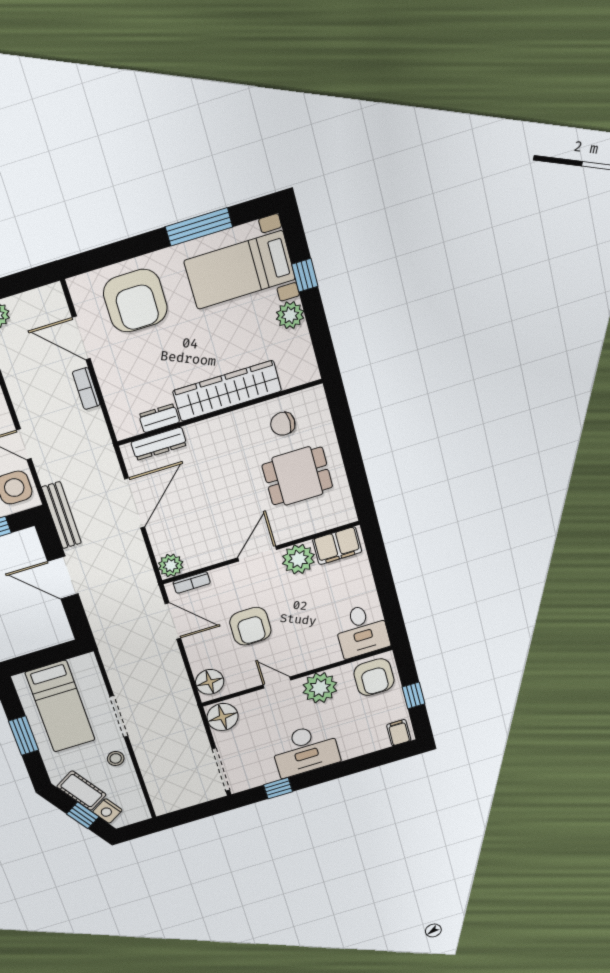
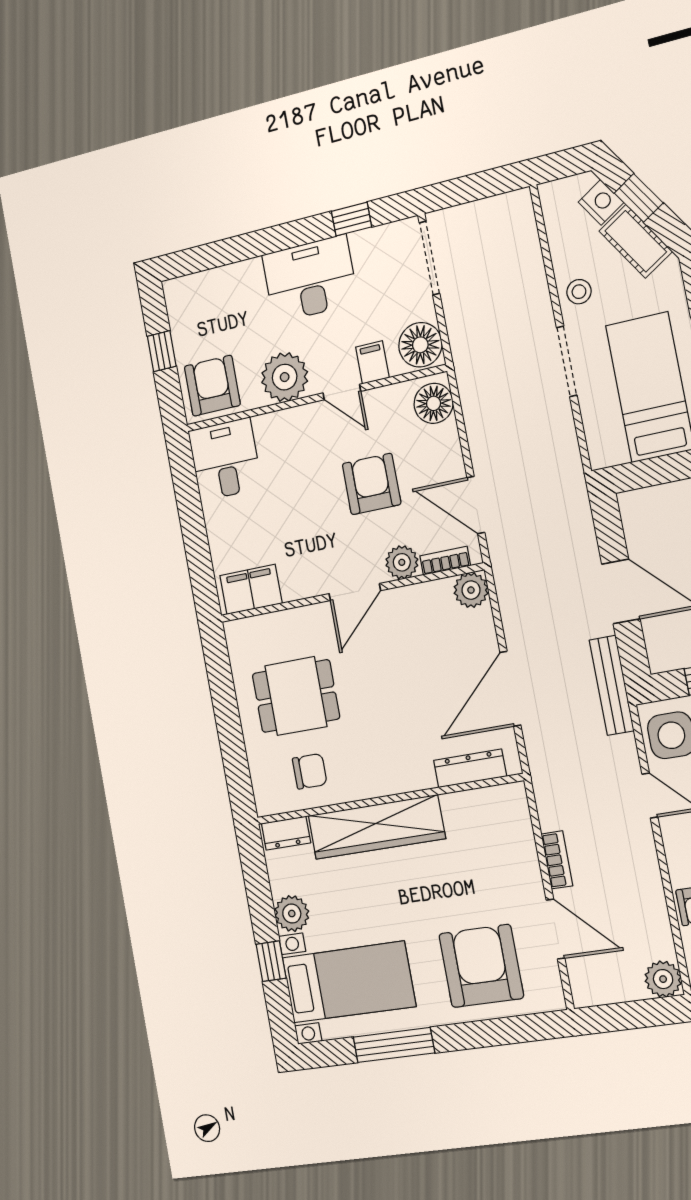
dresser: (159, 418) -> (286, 833), moved
plant: (298, 559) -> (402, 562), moved, width x0.73, depth x0.73
filing cabinet: (399, 733) -> (372, 362), moved, turned 180

